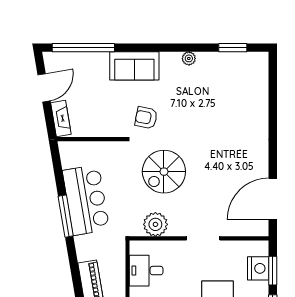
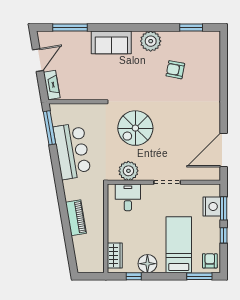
window: (83, 48) -> (70, 28), width x0.68
plant: (189, 58) -> (151, 41), width x1.87, depth x1.87
armchair: (146, 118) -> (175, 70), moved
window: (66, 216) -> (50, 128), moved
desk: (146, 271) -> (128, 197), moved, turned 90

